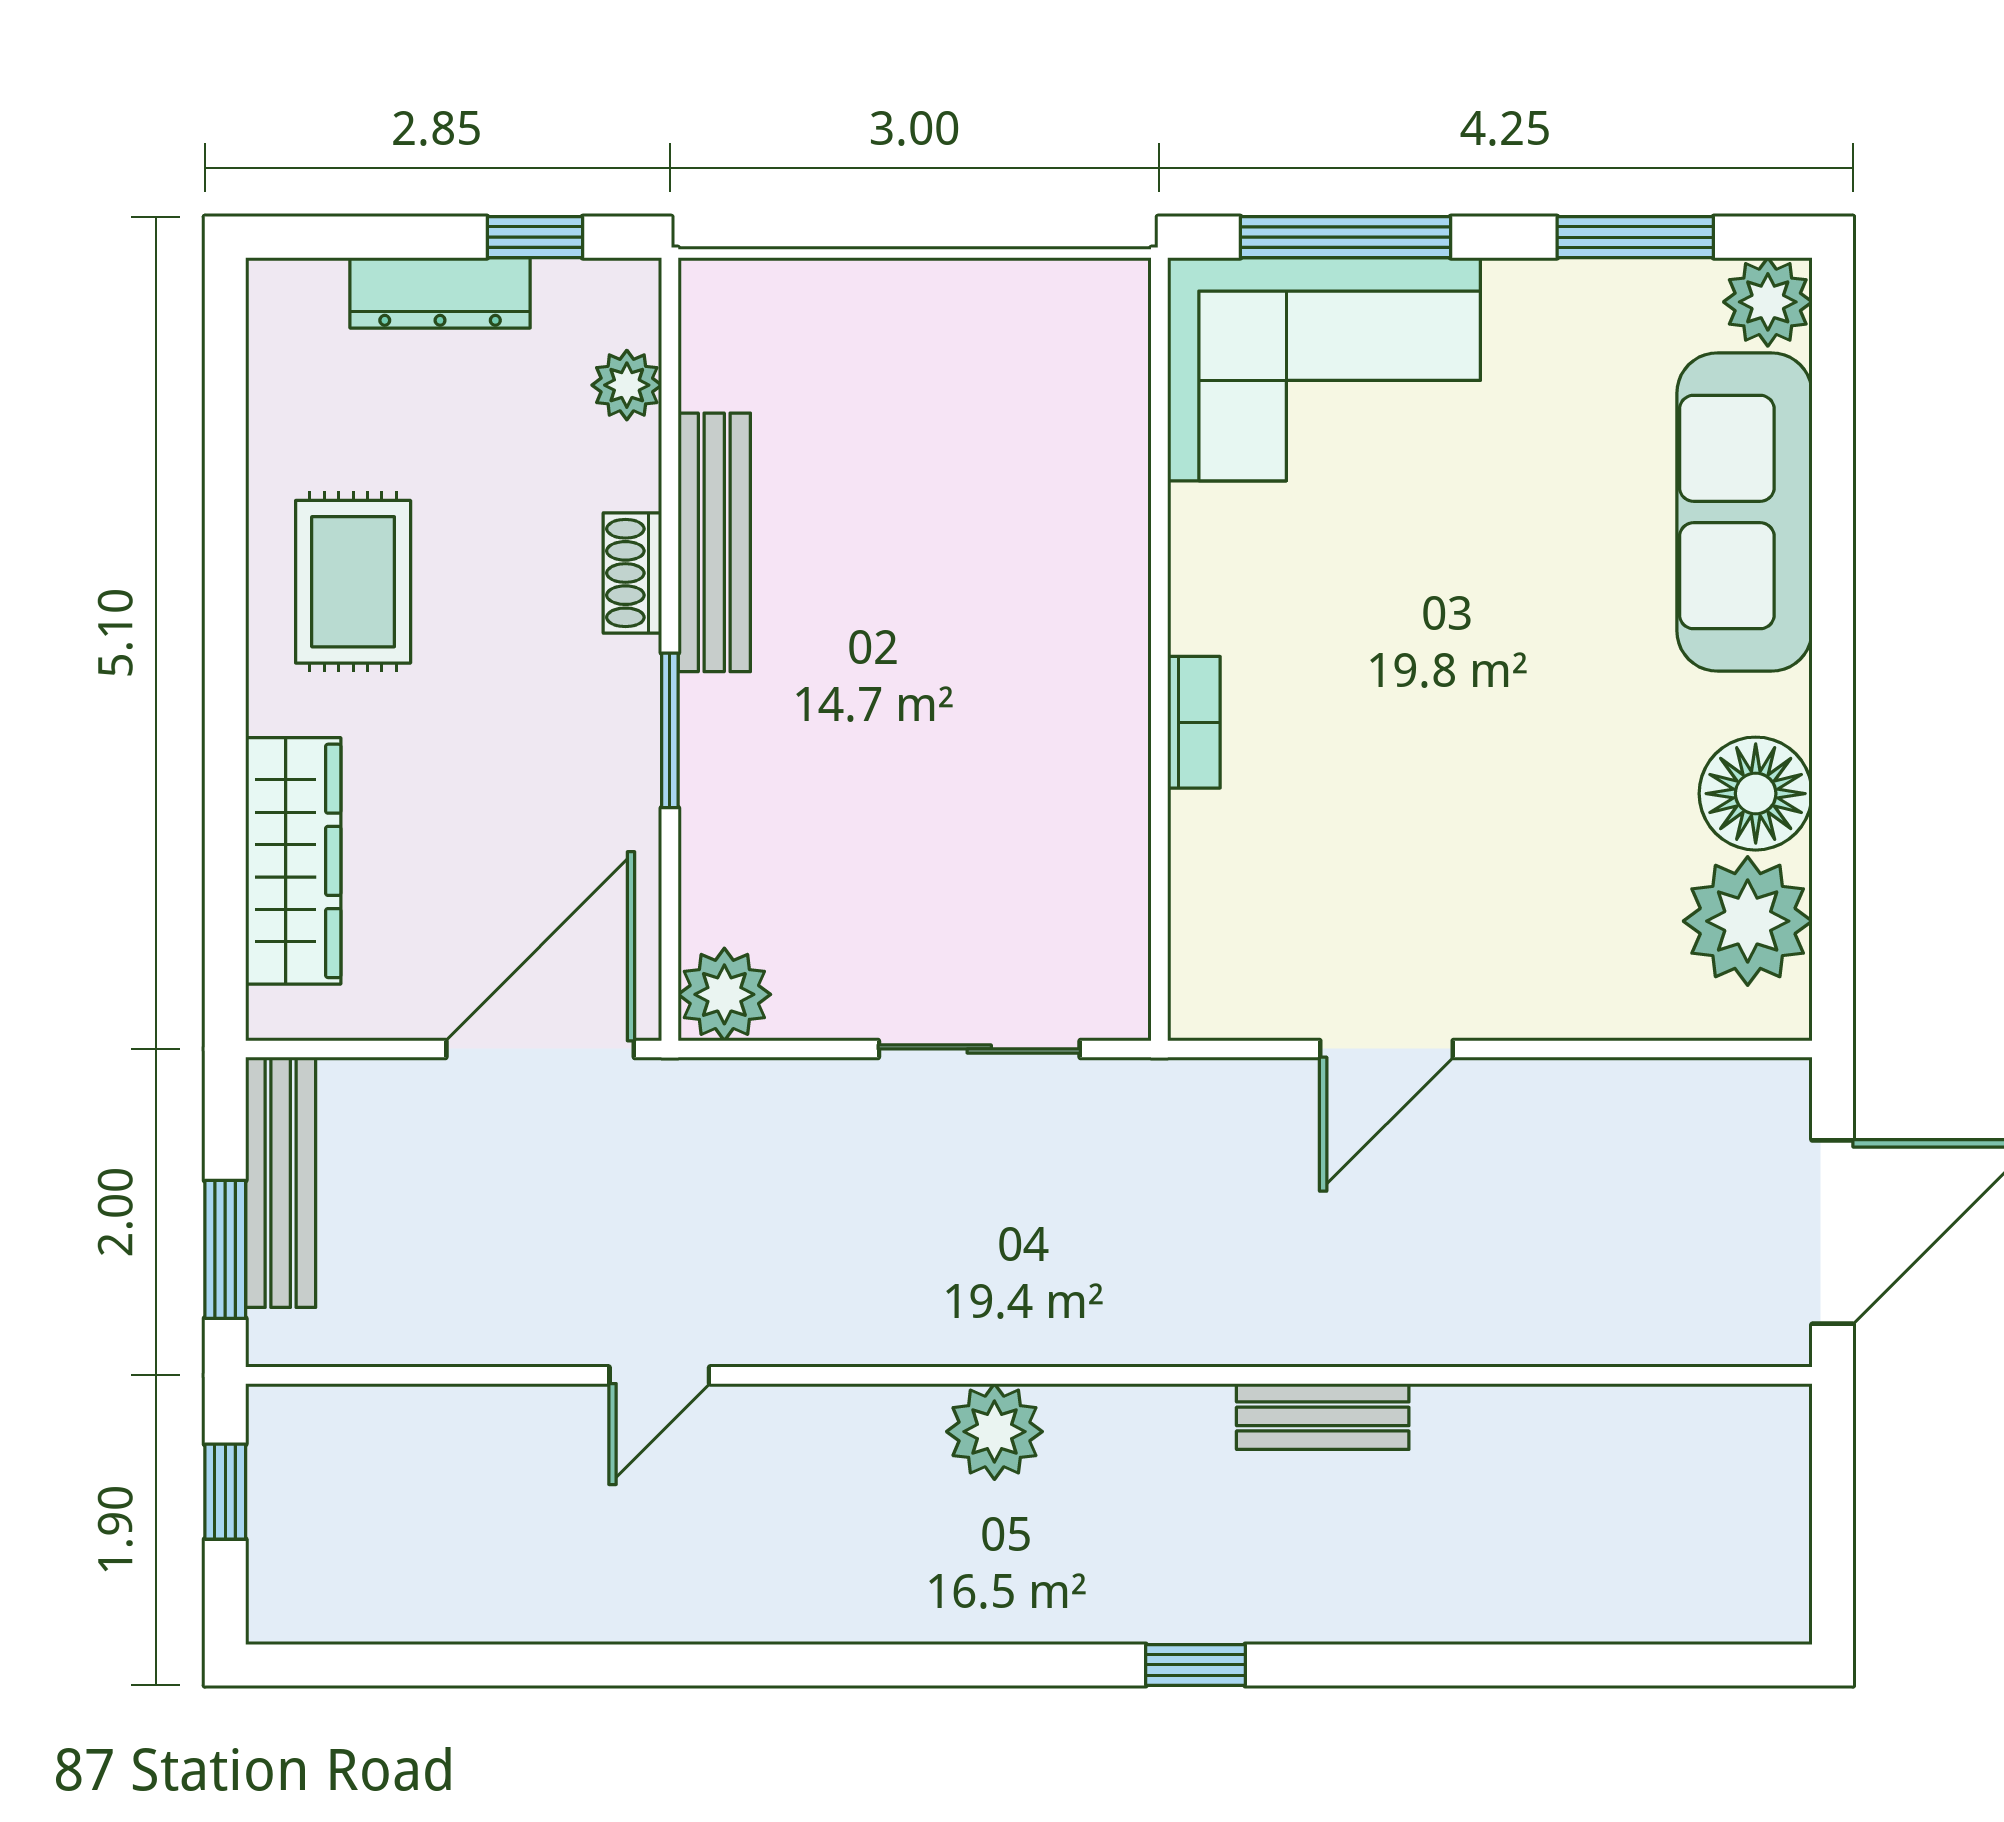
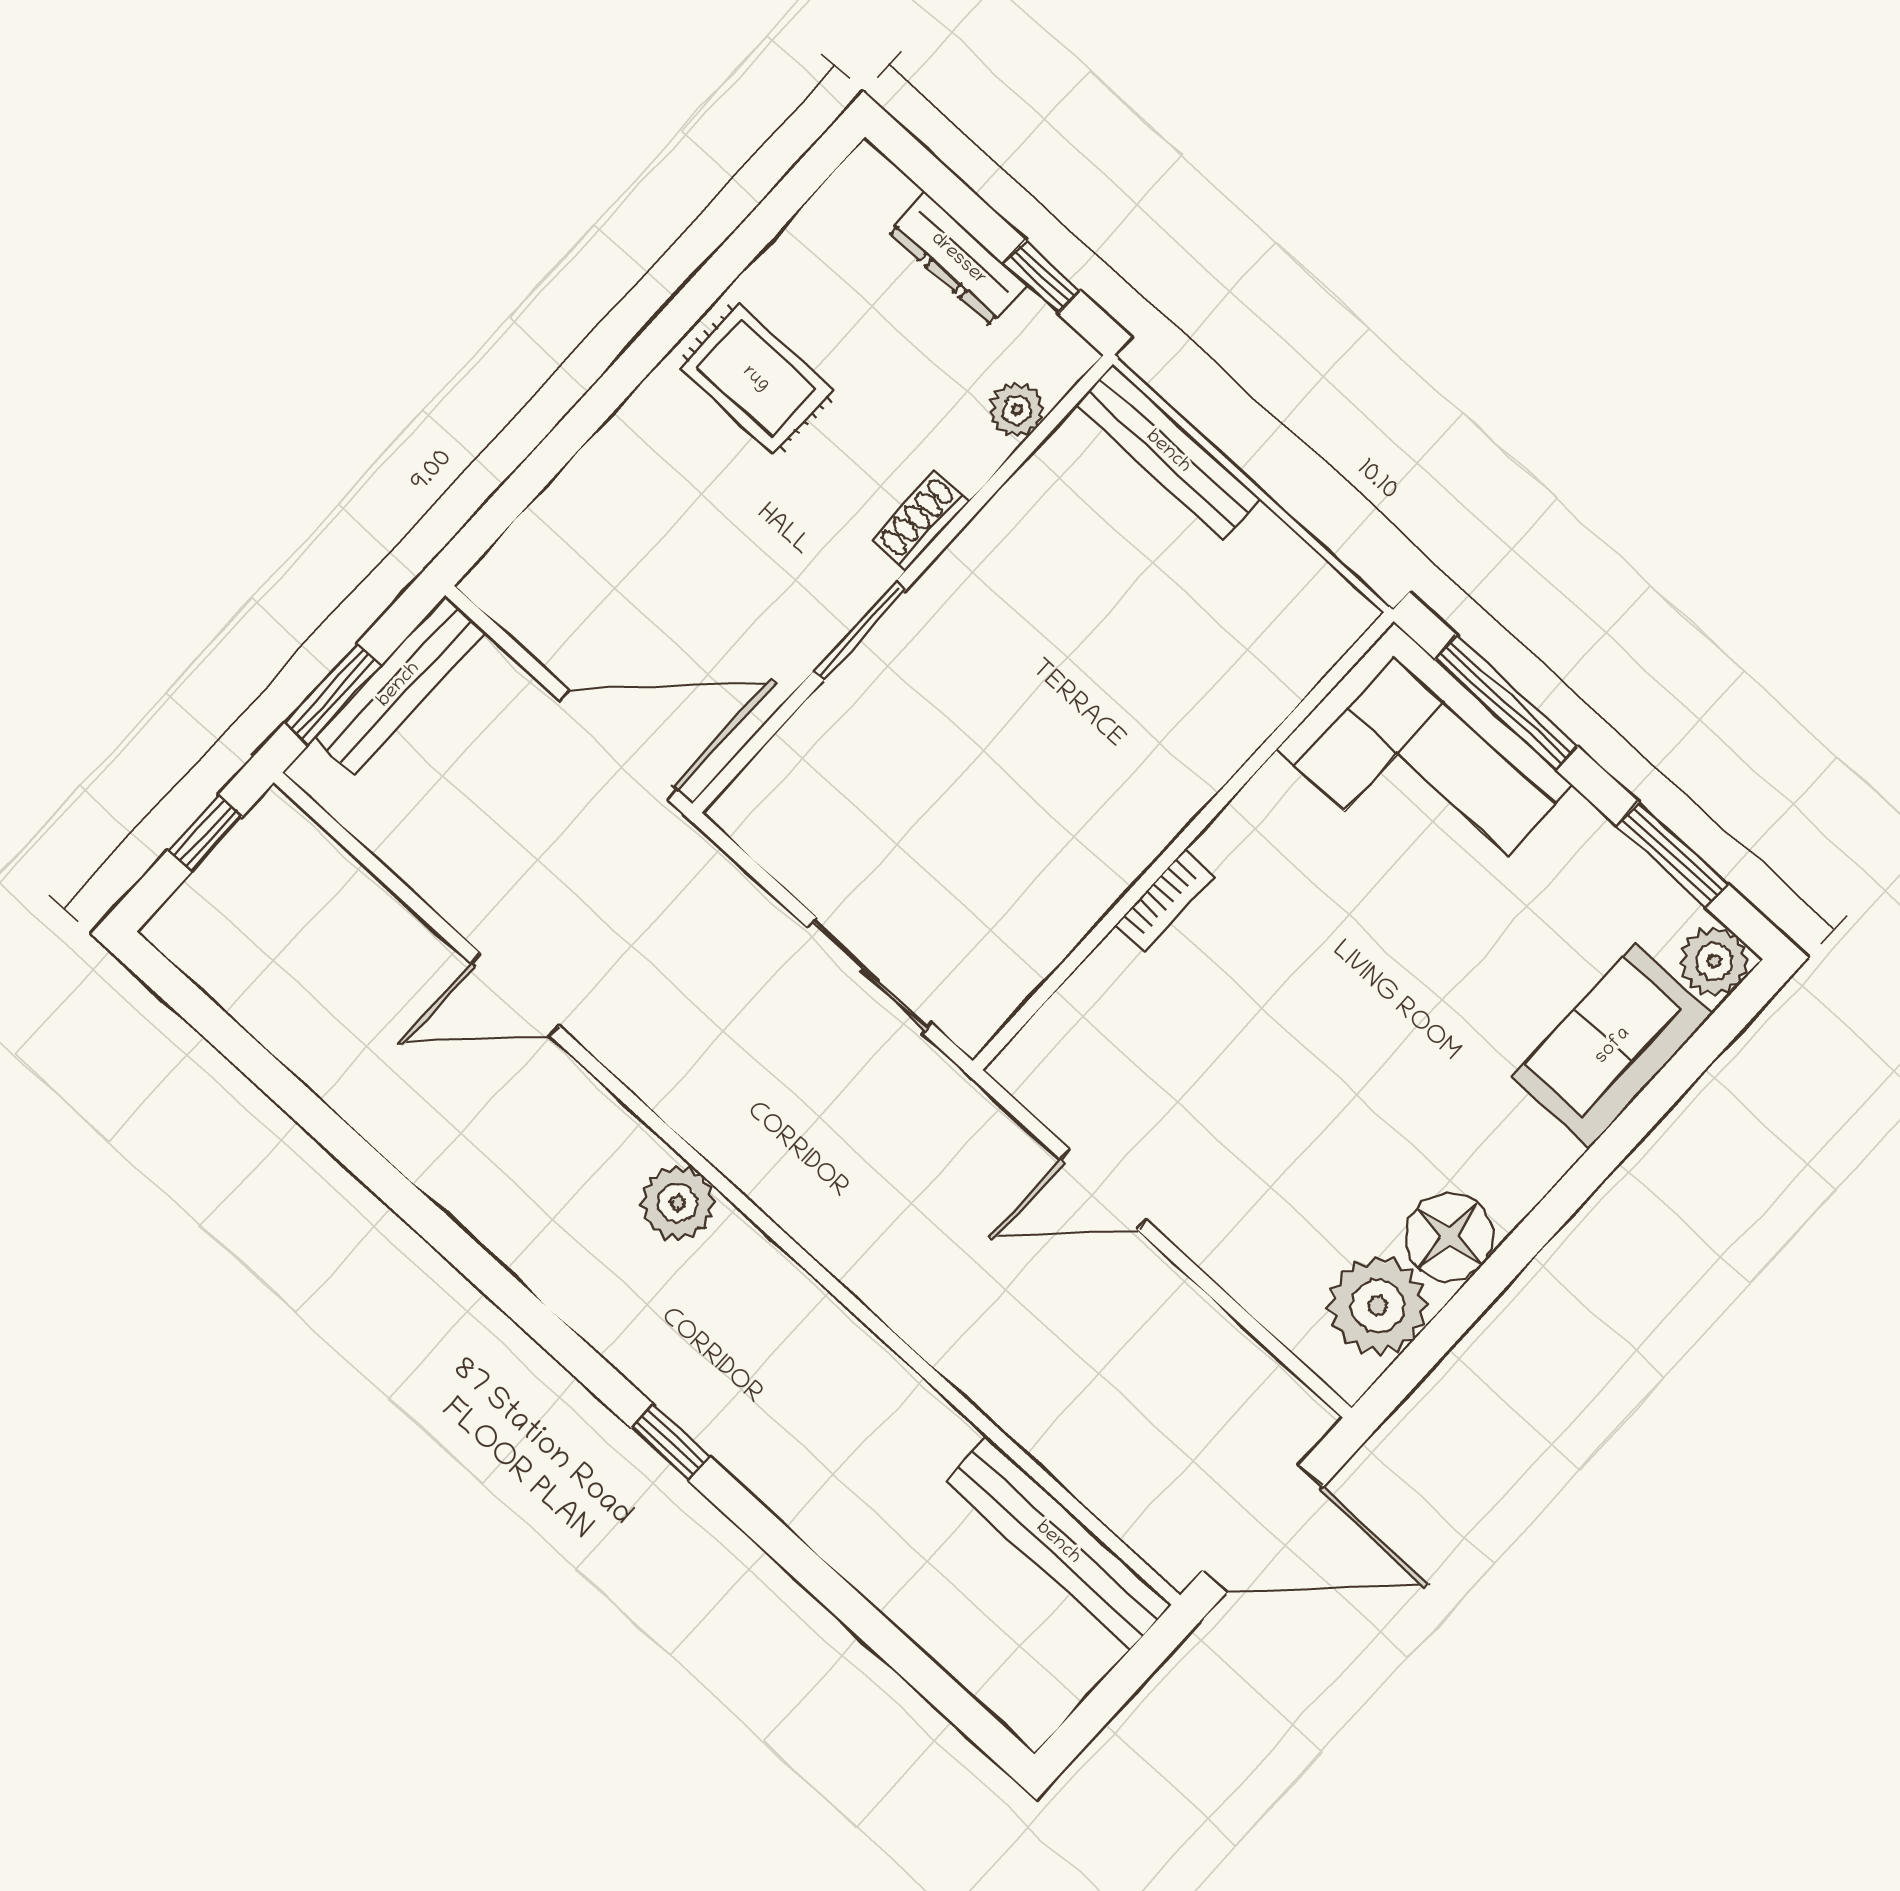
sofa: (1744, 512) -> (1613, 1046), width x0.73
bench: (714, 542) -> (1168, 452), moved, turned 90
rug: (353, 582) -> (756, 379), turned 90
wardrobe: (293, 861) -> (575, 507), removed
plant: (724, 994) -> (752, 810), removed
door: (659, 1375) -> (515, 995), width x1.38
bench: (1323, 1416) -> (1058, 1543), moved, width x1.86, depth x1.21

